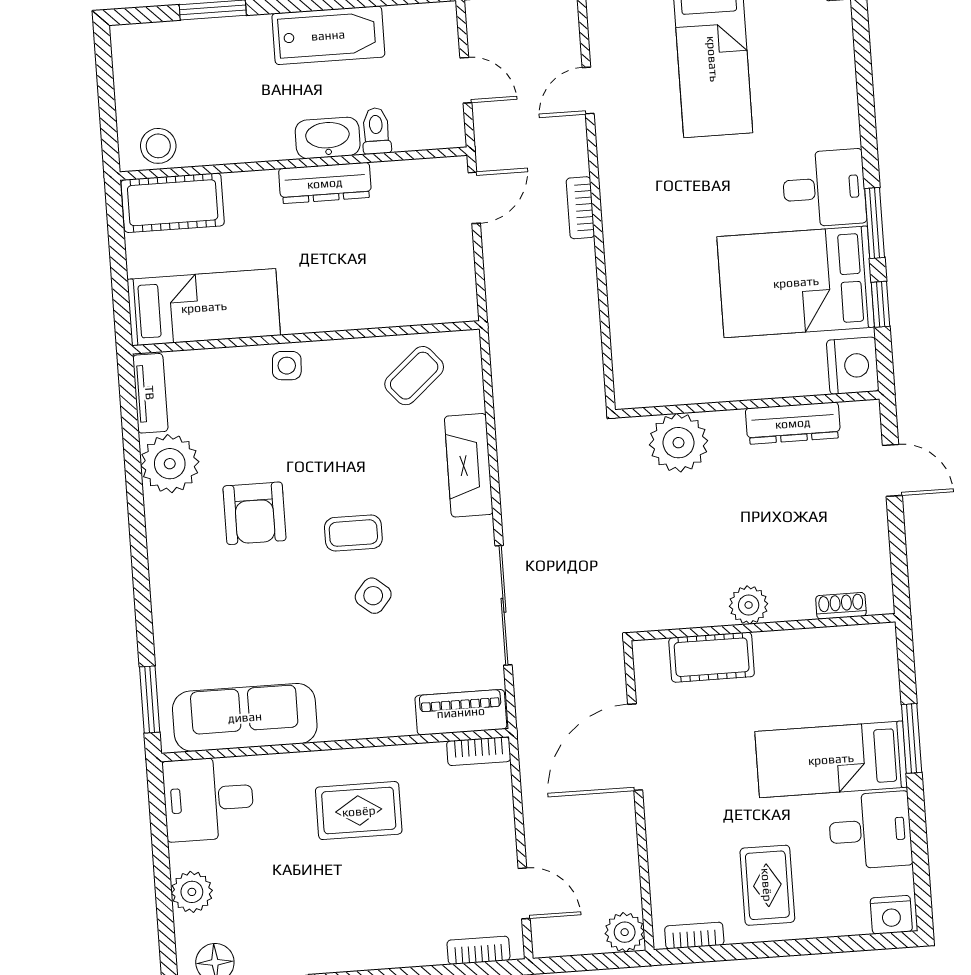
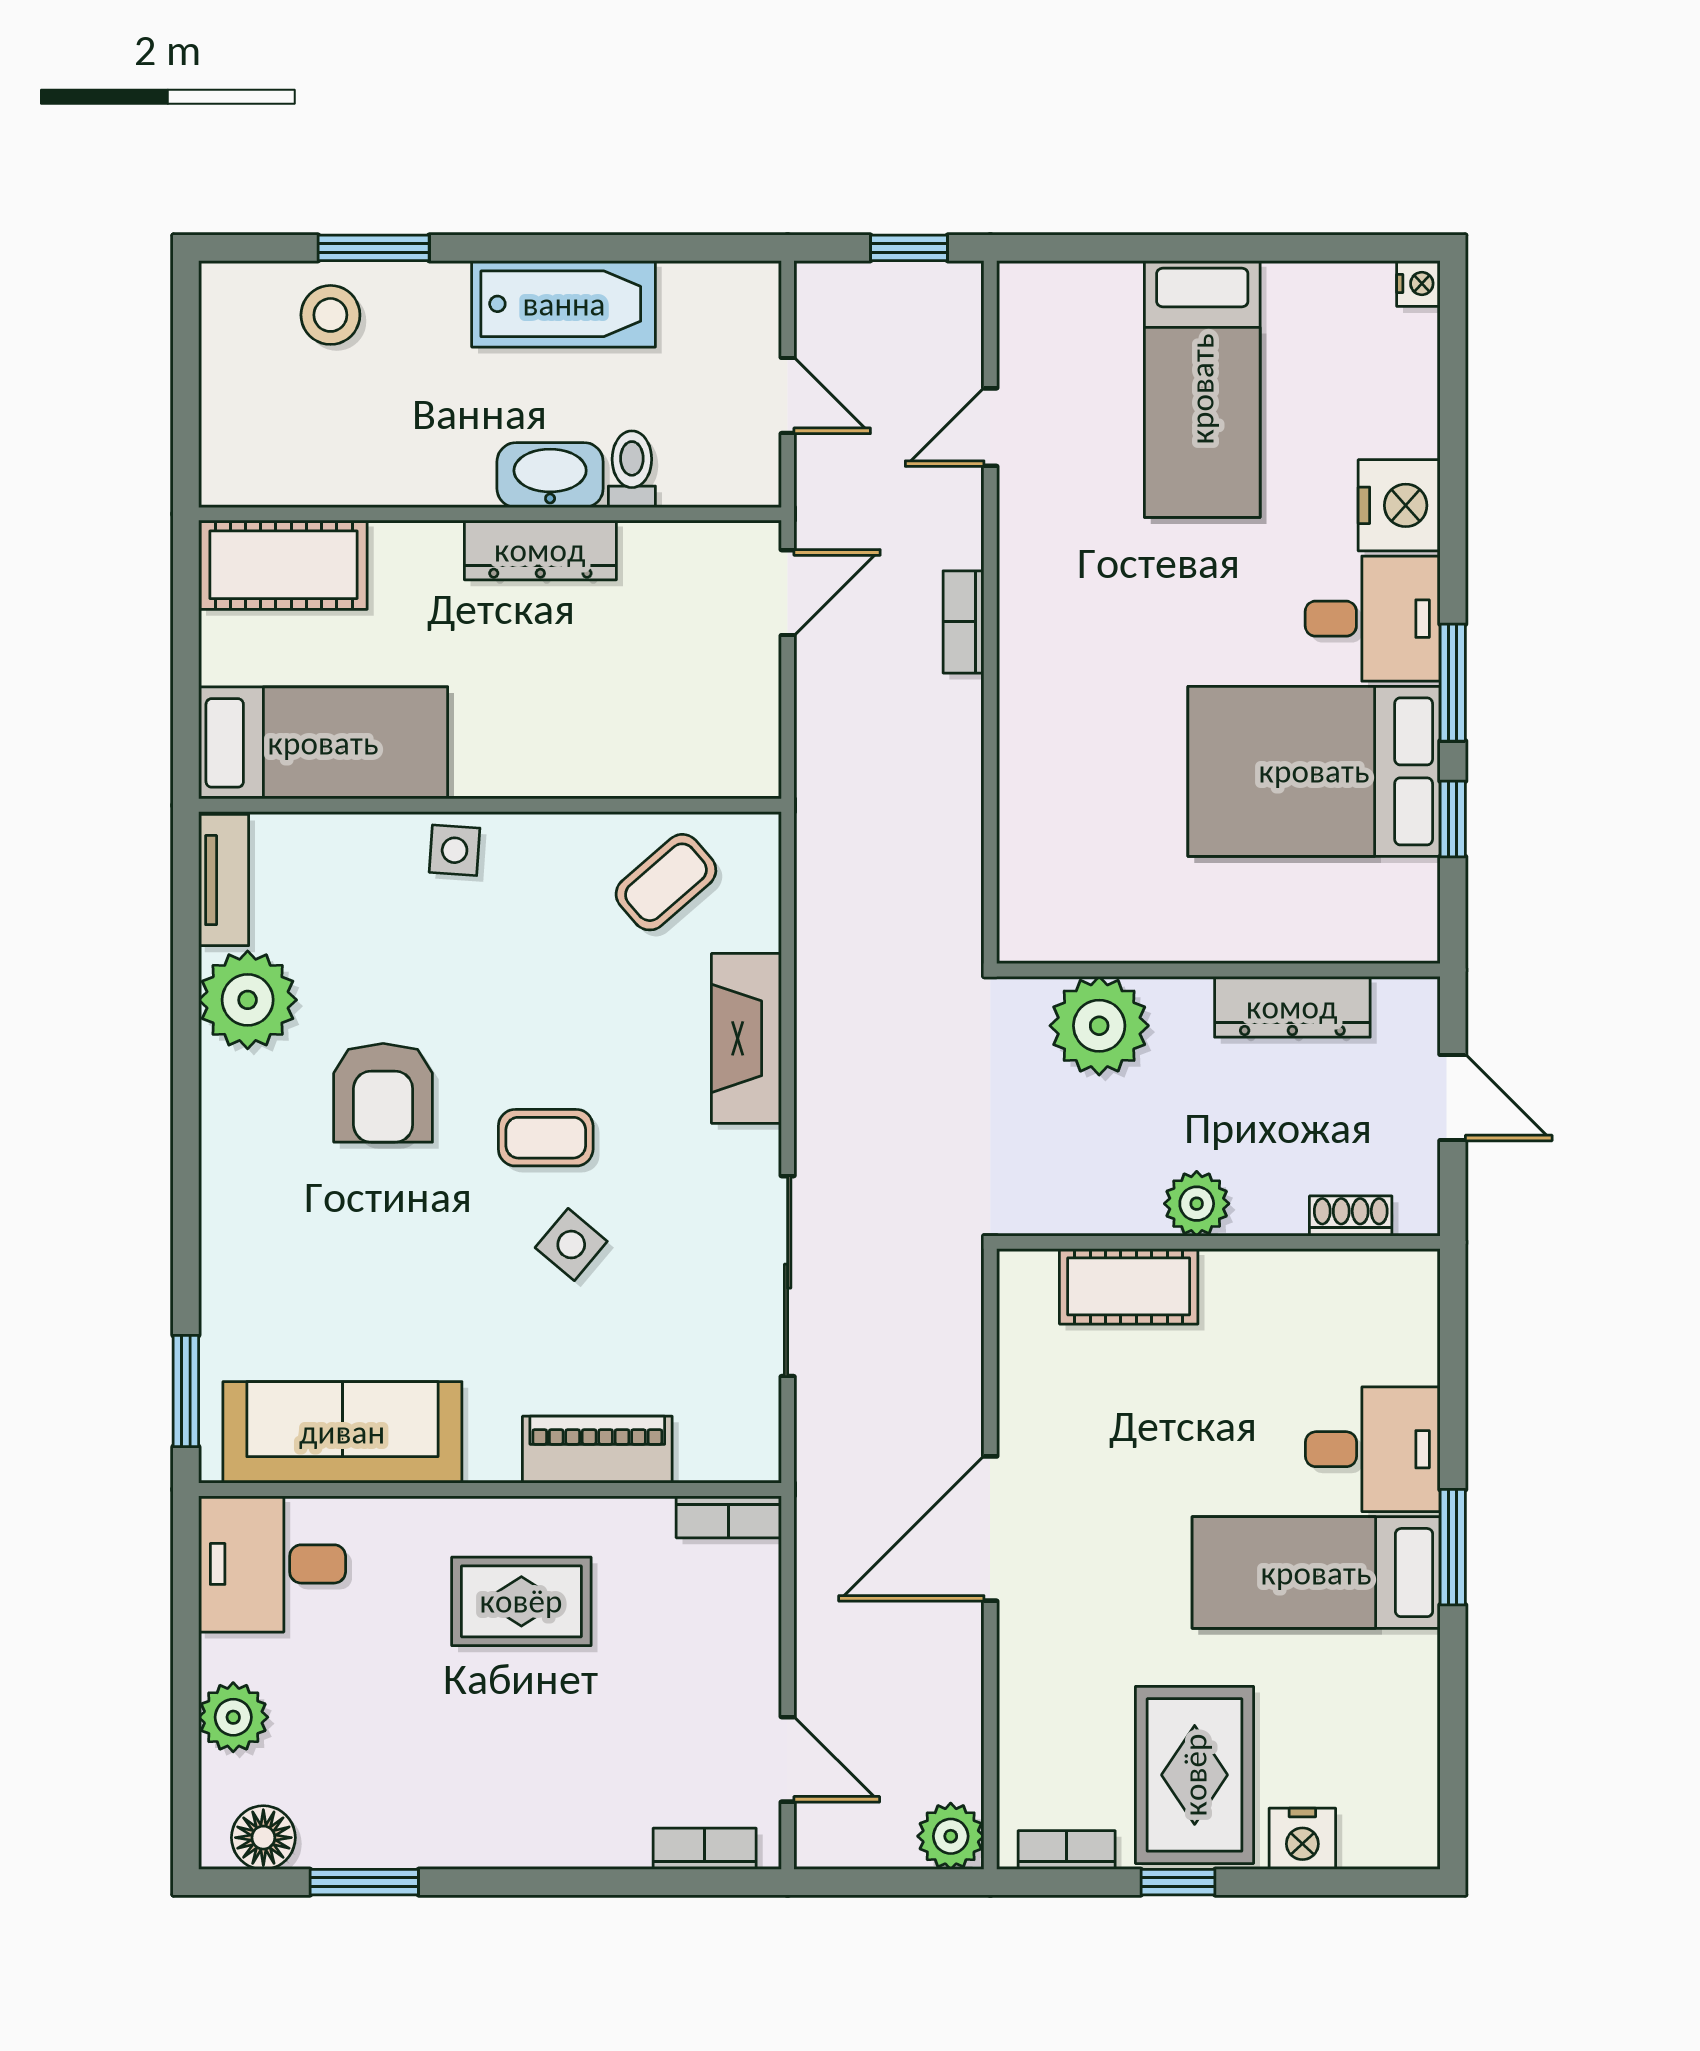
stool: (158, 146) -> (330, 315), moved
nightstand: (853, 366) -> (1399, 505), moved
plant: (749, 605) -> (1197, 1204), moved
shoe rack: (841, 606) -> (1351, 1216), moved
wall: (763, 627) -> (1218, 1242), moved
cot: (712, 657) -> (1129, 1286), moved
piano: (461, 712) -> (597, 1450), moved
desk: (870, 830) -> (1373, 1449), moved
rug: (767, 885) -> (1195, 1775), width x1.36, depth x1.43
nightstand: (891, 915) -> (1302, 1839), moved
window: (762, 950) -> (1178, 1882), added

